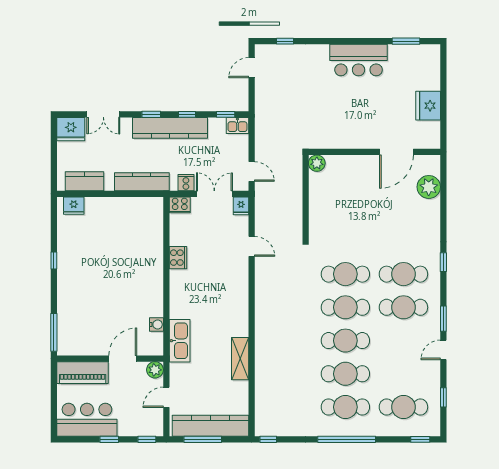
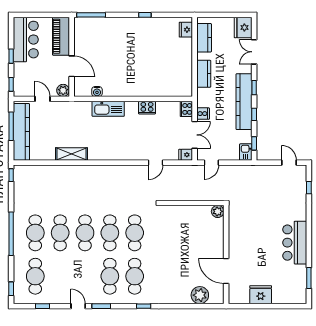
kitchen counter: (142, 182) -> (204, 74), width x0.67
kitchen sink: (180, 341) -> (108, 109), moved

